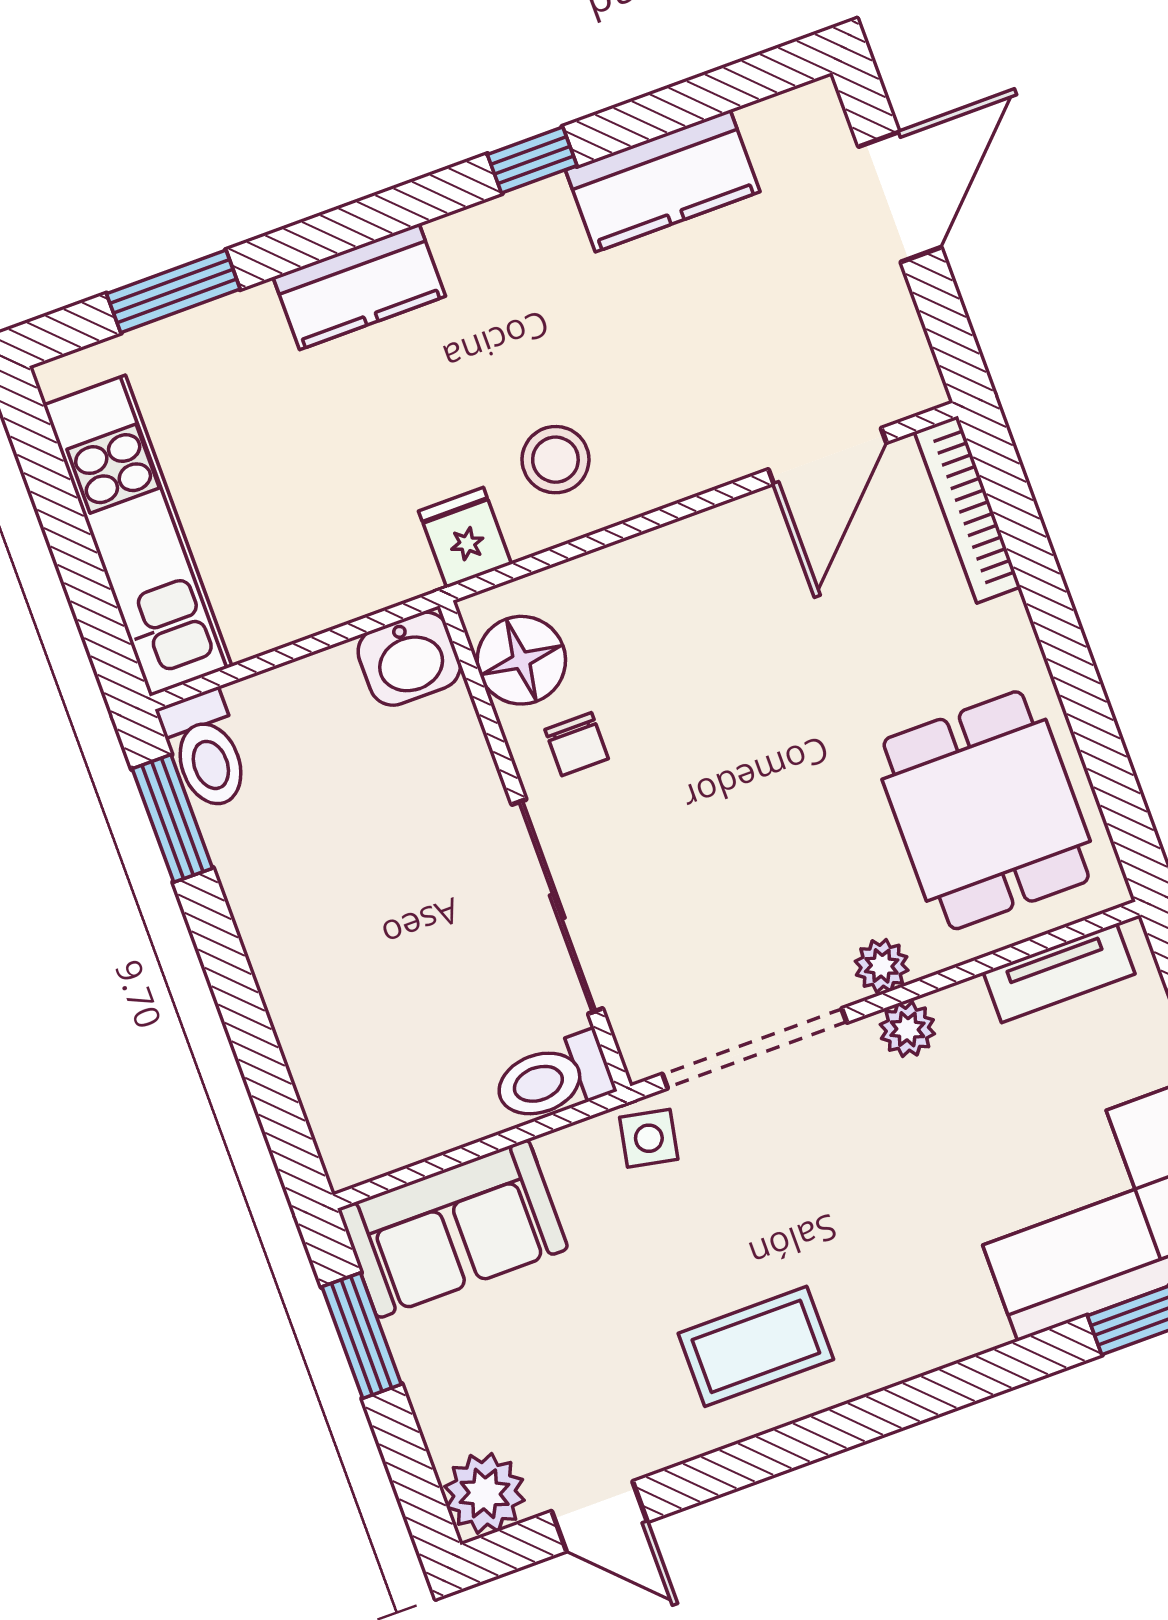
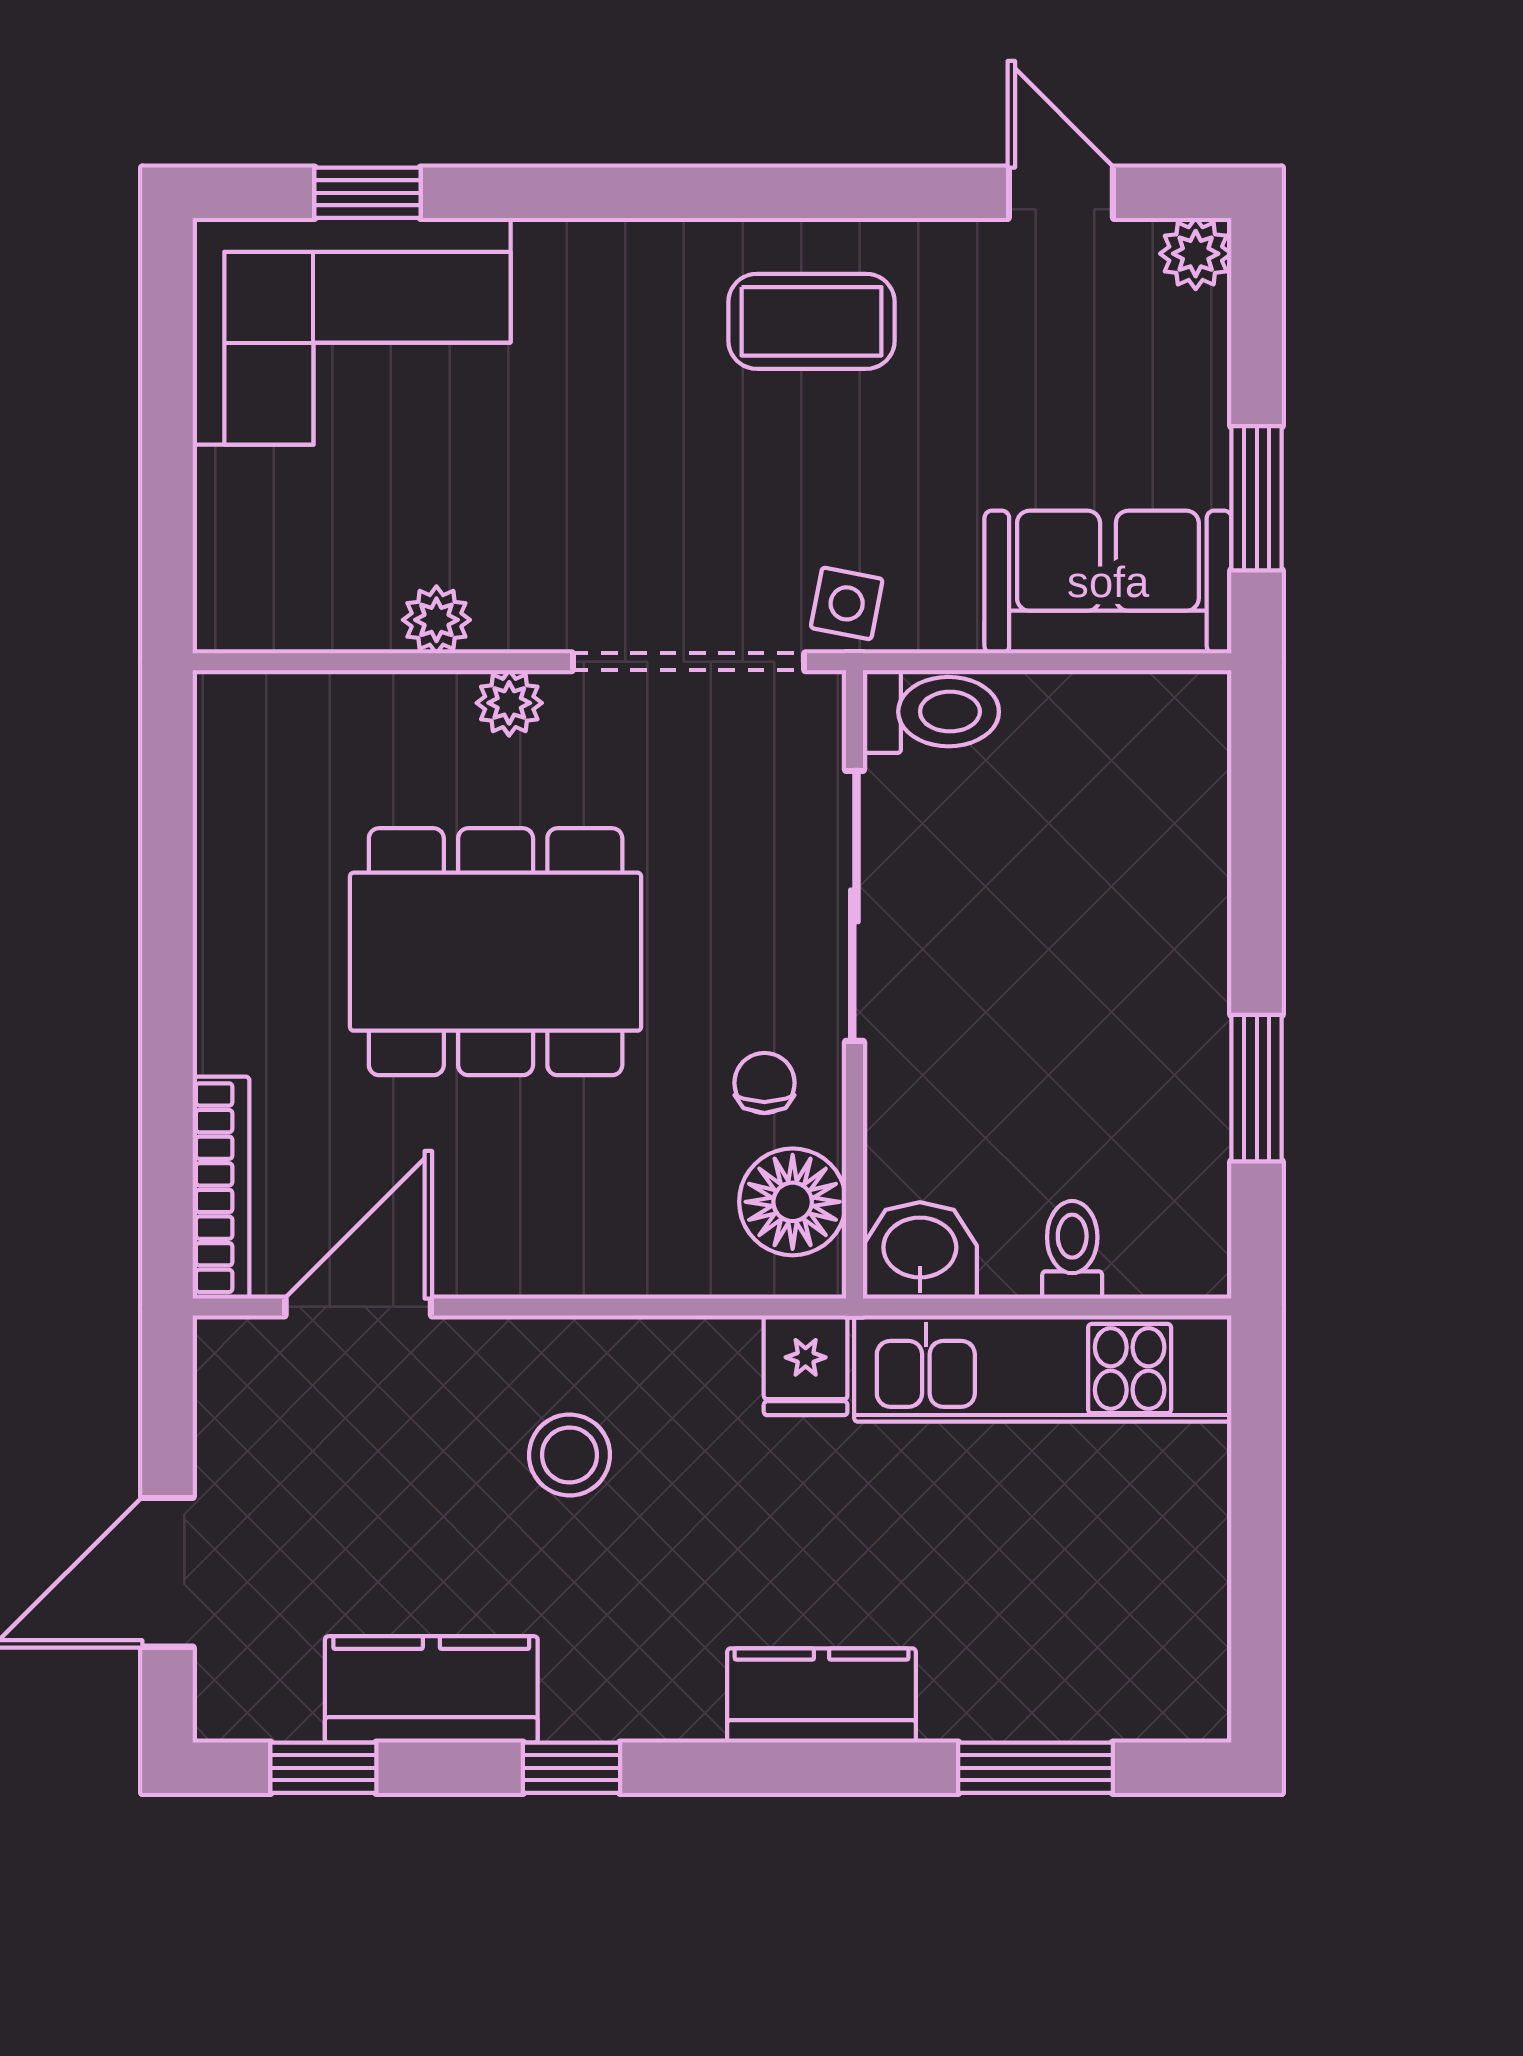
window: (724, 90) -> (323, 1768), added
stool: (555, 460) -> (569, 1455), moved
kitchen unit: (138, 536) -> (1043, 1369), moved, turned -90
toilet: (206, 750) -> (1072, 1250), moved, width x0.73, depth x0.72
dining table: (986, 810) -> (496, 952), moved, width x1.38
window: (172, 818) -> (1257, 1088), moved
tv unit: (1059, 973) -> (310, 621), removed
plant: (907, 1029) -> (436, 620), moved
plant: (485, 1493) -> (1196, 254), width x0.73, depth x0.73

